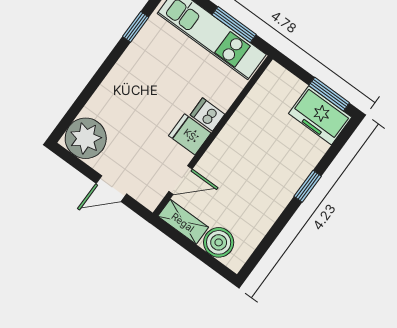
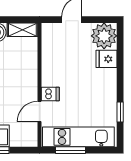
fridge: (190, 134) -> (107, 59), moved, turned 180
door: (180, 180) -> (40, 111), moved

